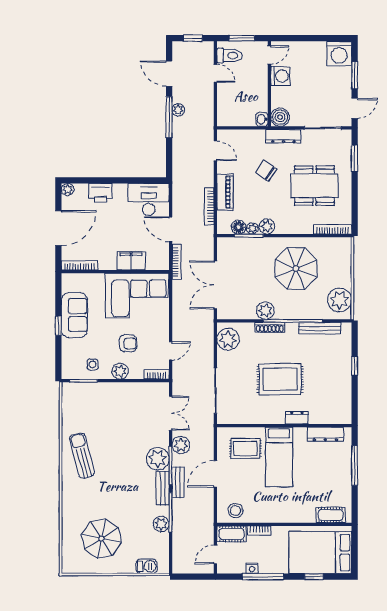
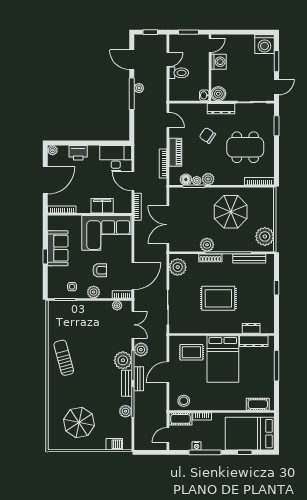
toilet: (229, 55) -> (179, 73), moved
door: (215, 73) -> (168, 60), hinge flipped
door: (171, 351) -> (133, 276), width x1.88
plant: (150, 388) -> (117, 305), added
dresser: (297, 418) -> (251, 328), moved
bed: (279, 457) -> (223, 359), width x1.50

